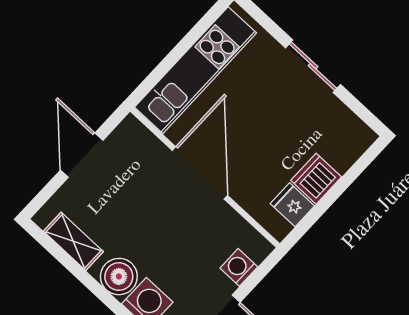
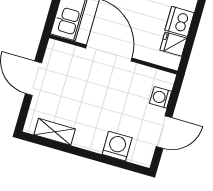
boiler: (119, 277) -> (92, 139), removed

